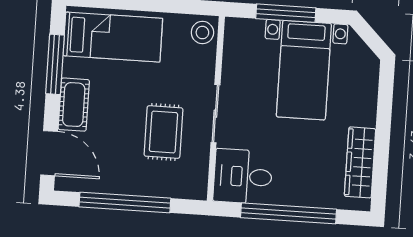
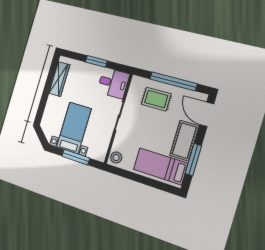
cot: (74, 105) -> (184, 141), width x1.37, depth x1.34
rug: (163, 132) -> (156, 99), moved, turned 90
window: (289, 213) -> (96, 61), width x0.47

